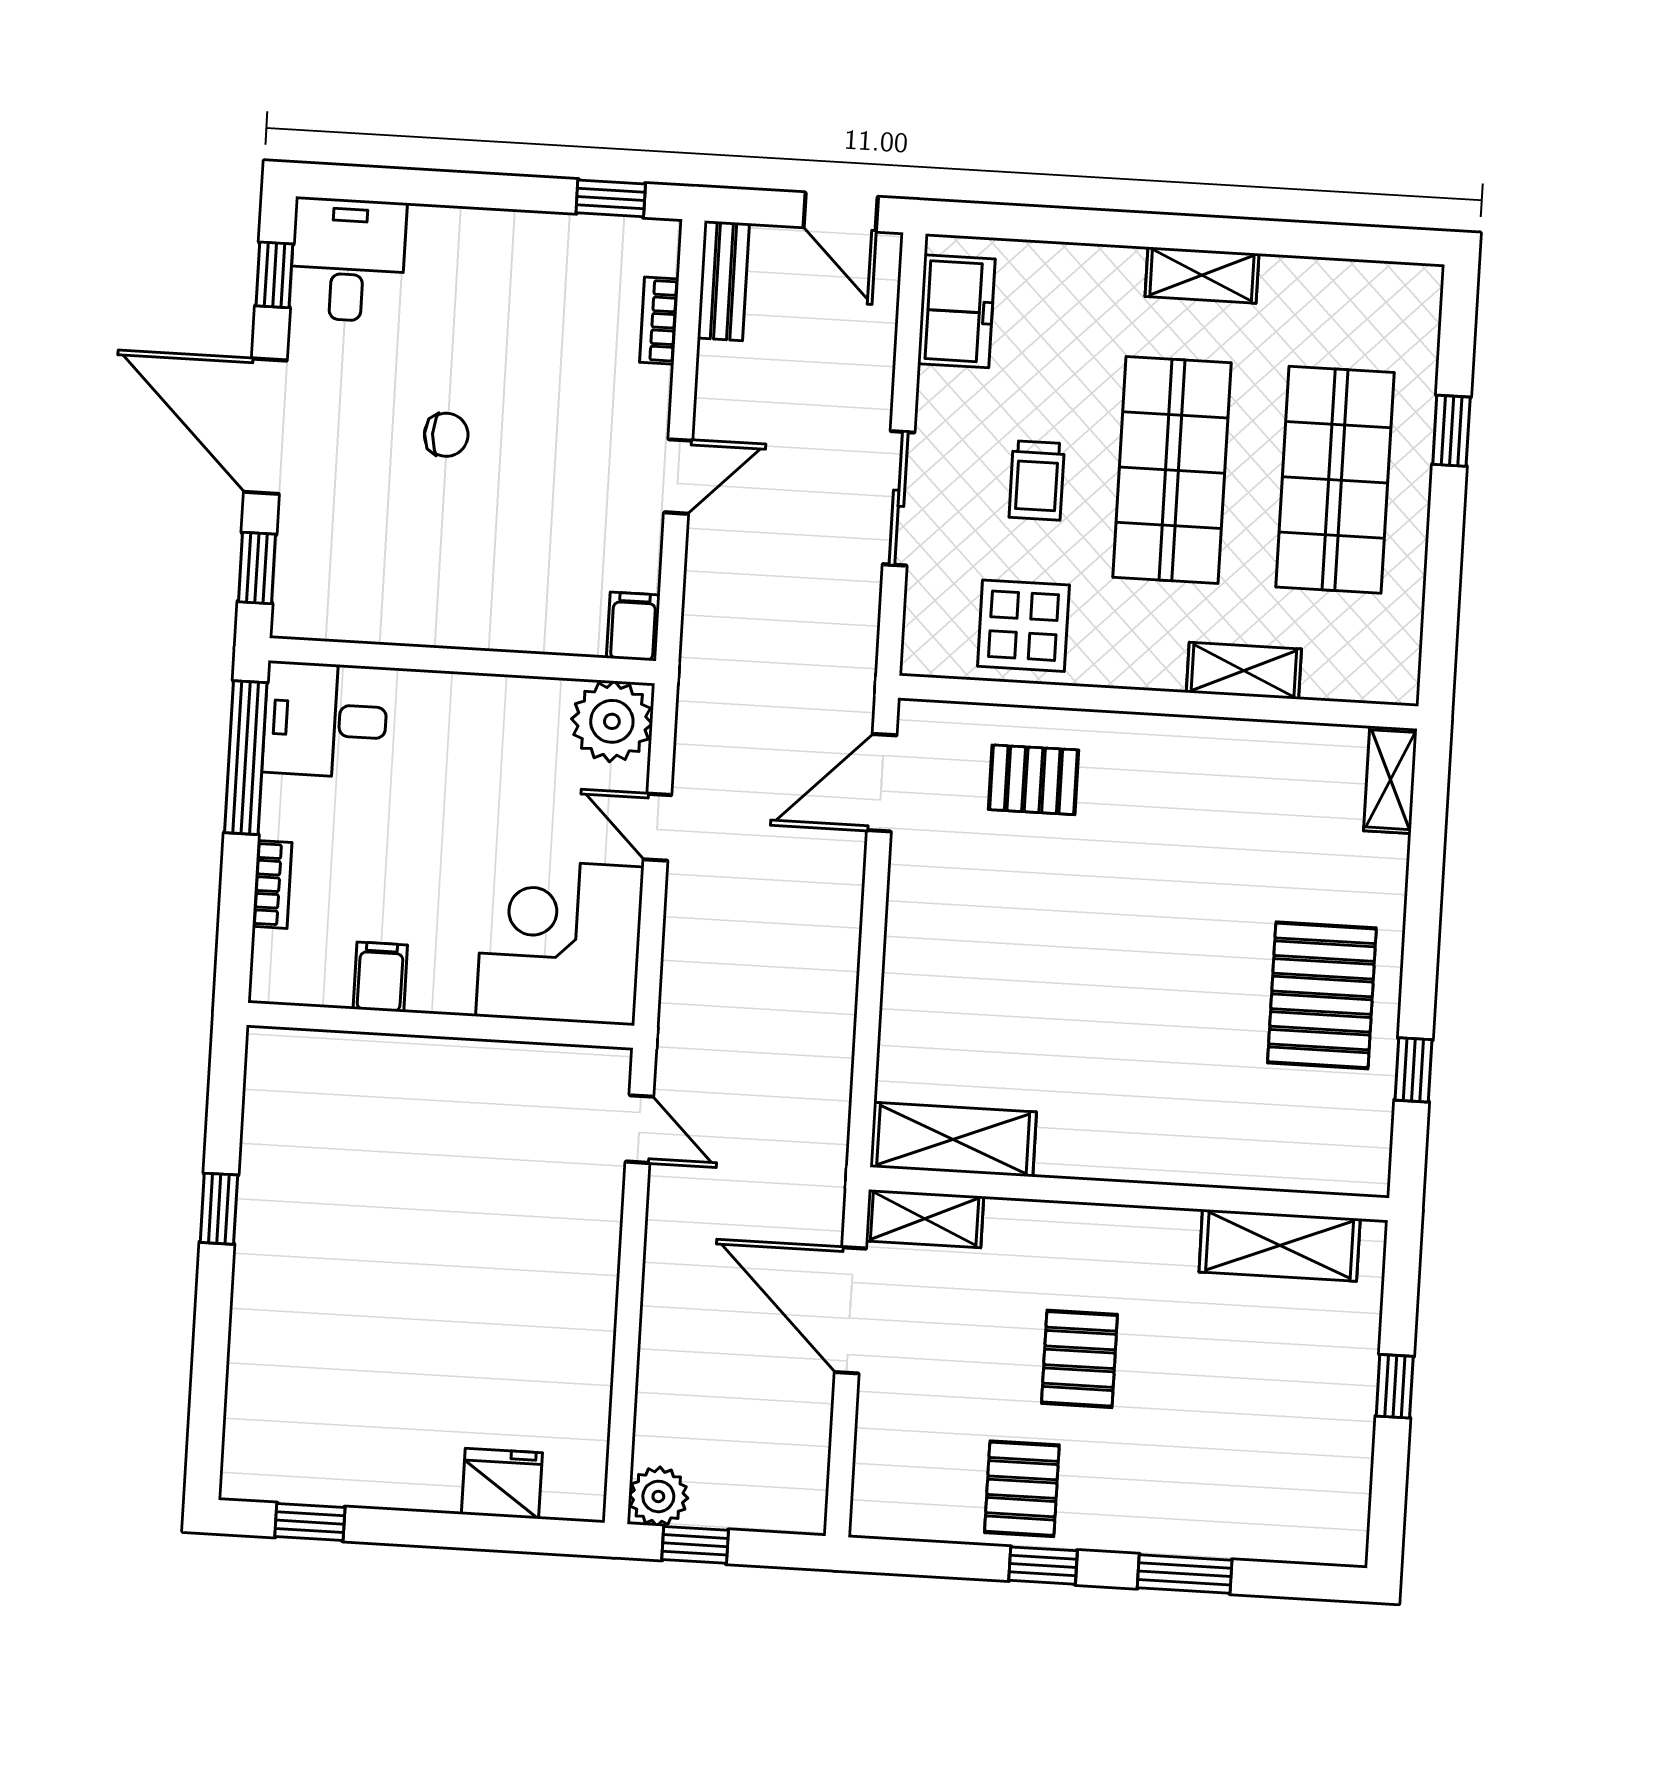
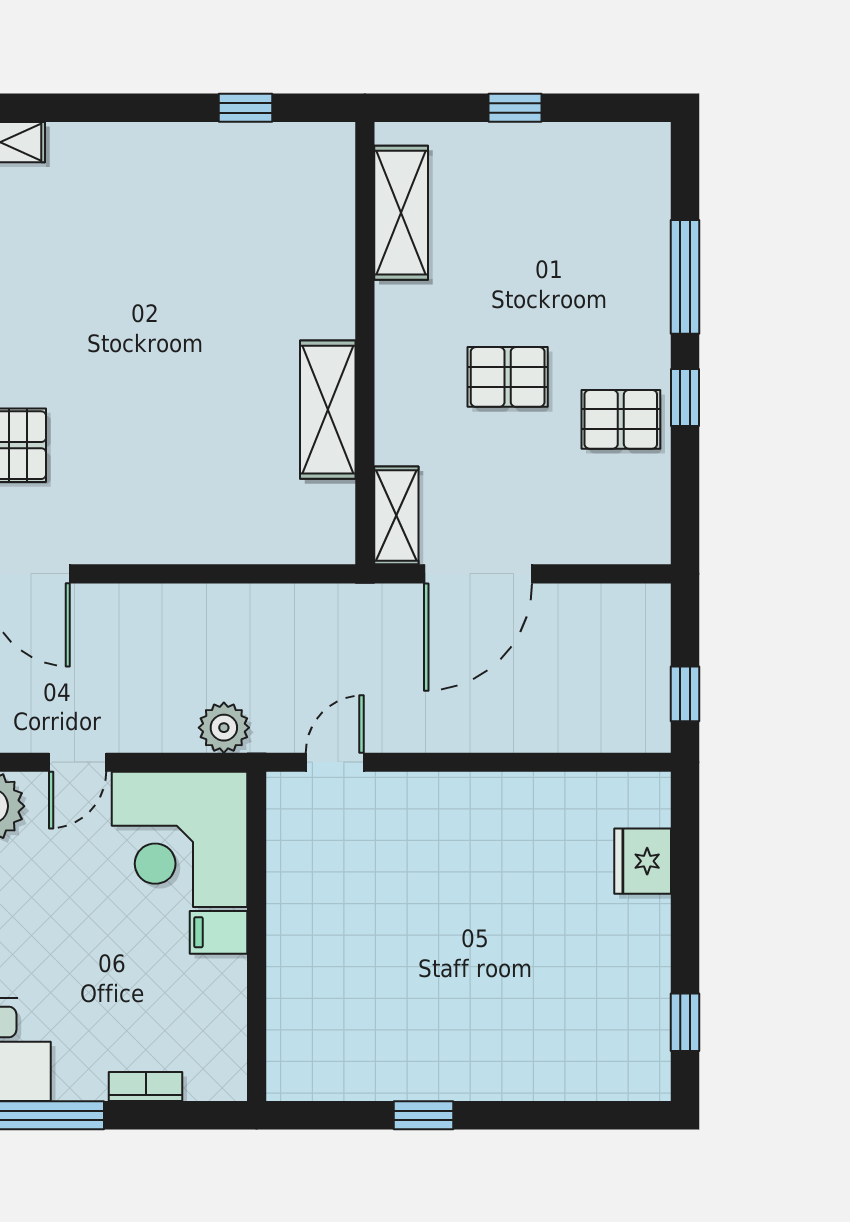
filing cabinet: (380, 977) -> (219, 932), moved
pallet: (1322, 995) -> (187, 189), removed
shelving: (953, 1140) -> (328, 410), moved
plant: (658, 1496) -> (224, 728), moved
window: (1185, 1574) -> (685, 277), width x1.44

